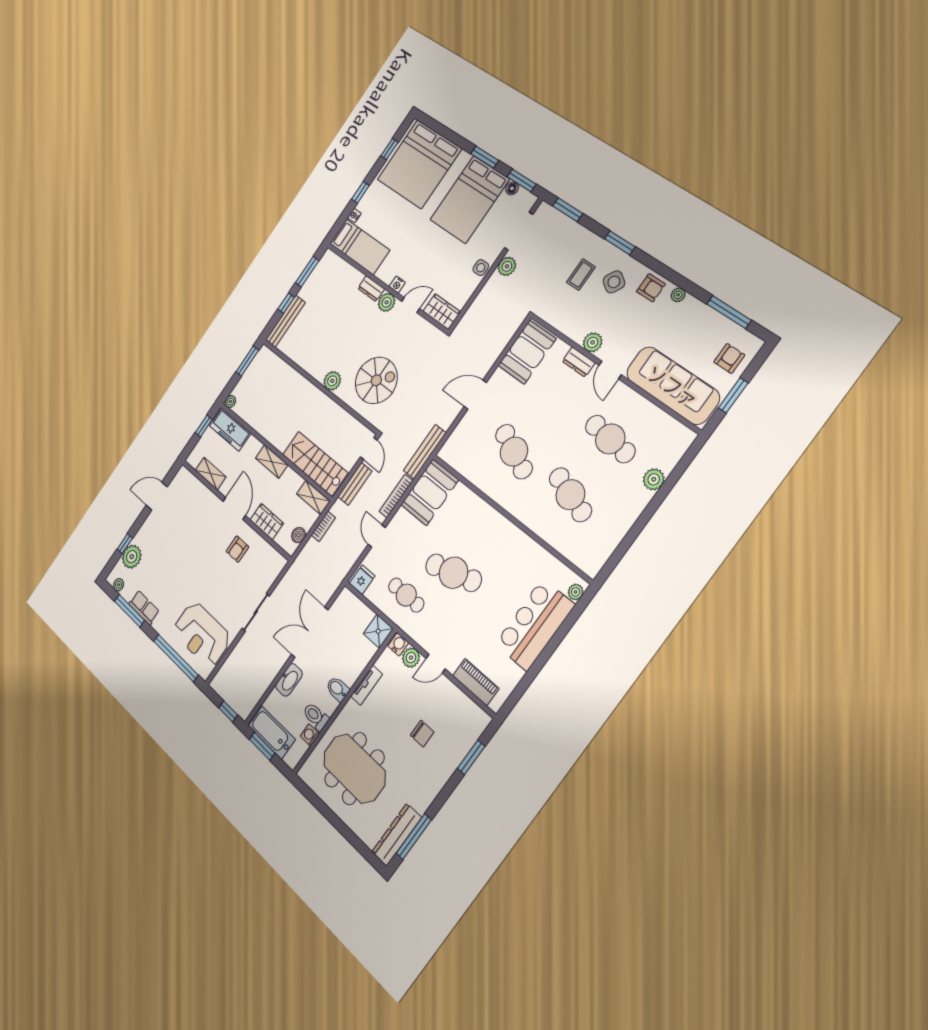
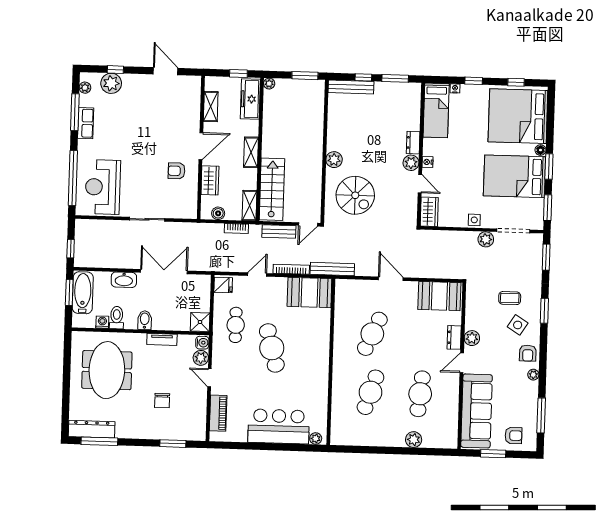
floor lamp: (512, 188) -> (540, 150), moved

